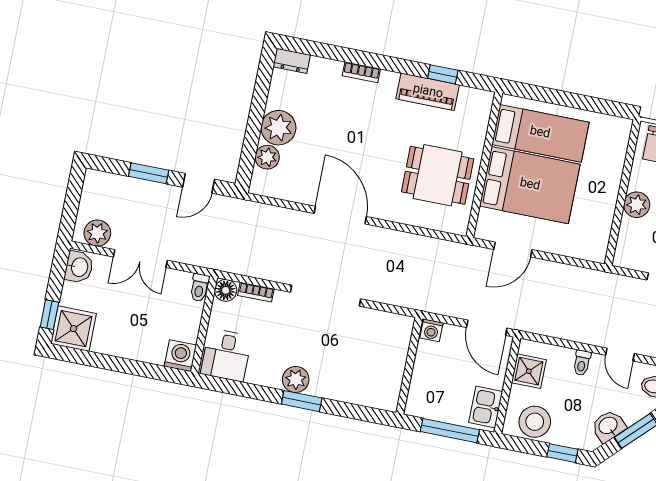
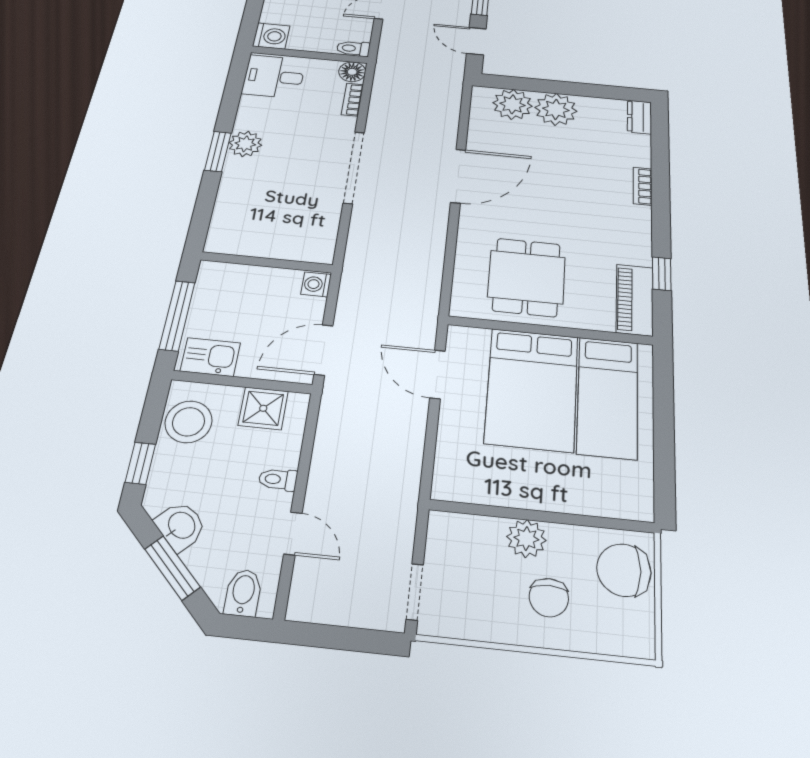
piano: (428, 92) -> (635, 300), moved
plant: (267, 157) -> (512, 104), width x1.36, depth x1.36
door: (620, 354) -> (293, 533), swing flipped

